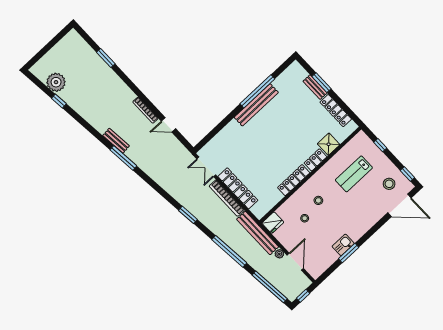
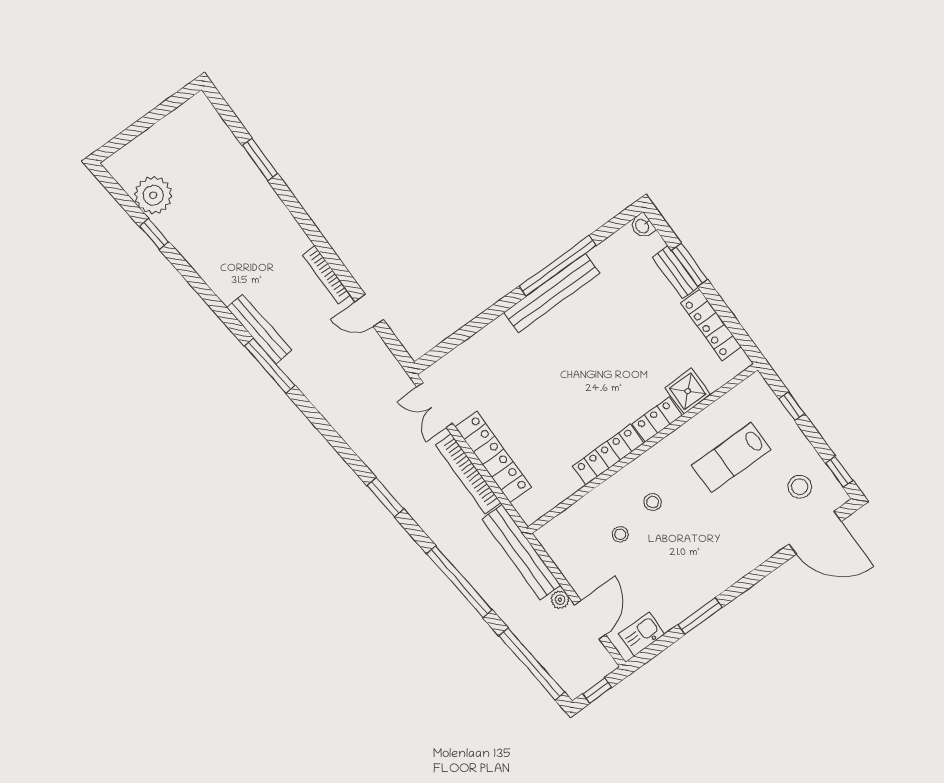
washbasin: (296, 67) -> (642, 226), added
bench: (116, 141) -> (259, 329), width x1.36
fridge: (273, 223) -> (555, 535), removed
kitchen sink: (343, 245) -> (642, 634), moved

